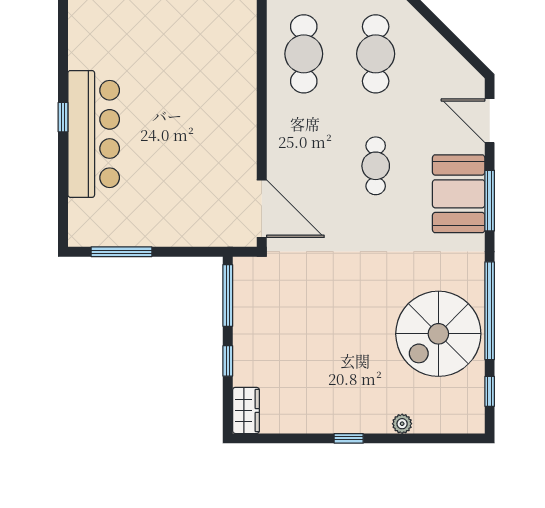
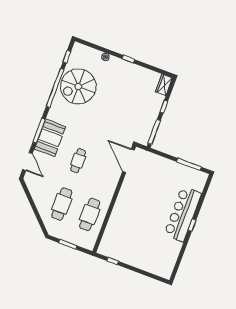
spiral stairs: (438, 334) -> (78, 86), turned 180

